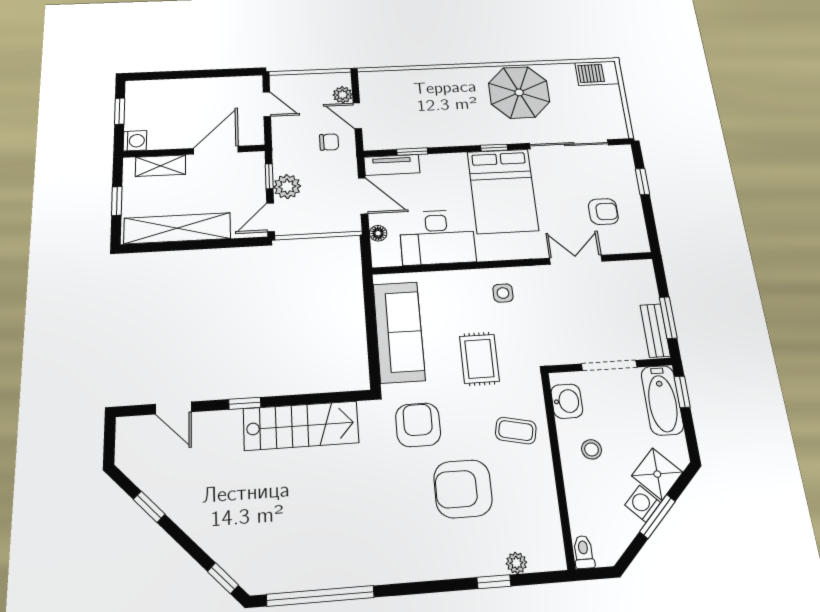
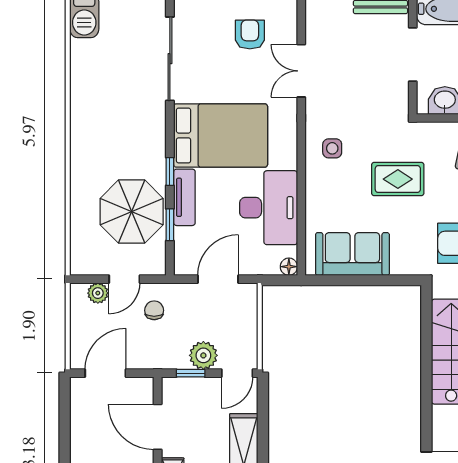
parasol: (519, 92) -> (132, 212), moved
door: (267, 104) -> (105, 373), width x1.38
window: (494, 148) -> (170, 172), moved
tv unit: (392, 165) -> (184, 197), moved
door: (271, 217) -> (237, 373), hinge flipped
floor lamp: (378, 233) -> (289, 267), moved
sofa: (399, 332) -> (352, 254), width x0.73
window: (245, 403) -> (426, 403), removed

